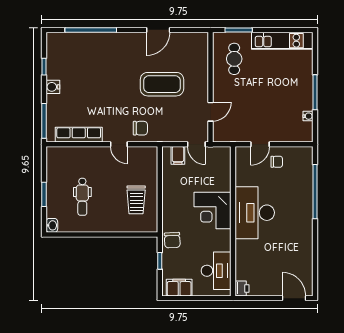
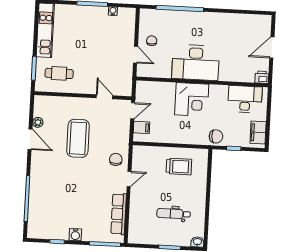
plant: (178, 38) -> (38, 122), added
dental chair: (82, 197) -> (174, 214), turned 180
door: (294, 298) -> (272, 48), moved

